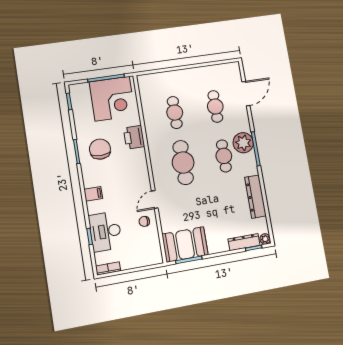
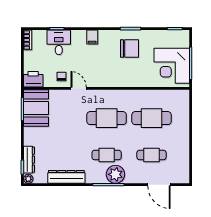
cafe table: (175, 113) -> (151, 118), width x1.37, depth x1.35
printer: (134, 137) -> (33, 79), moved
desk: (105, 232) -> (59, 42), width x0.73

